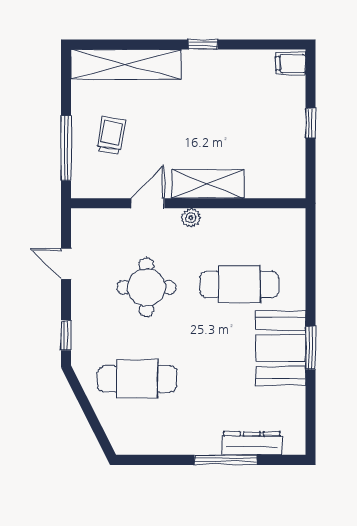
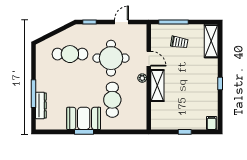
shelving: (126, 64) -> (211, 41), width x0.68
round table: (146, 287) -> (111, 58), width x1.36, depth x1.36
cafe table: (137, 379) -> (70, 54), turned 90

